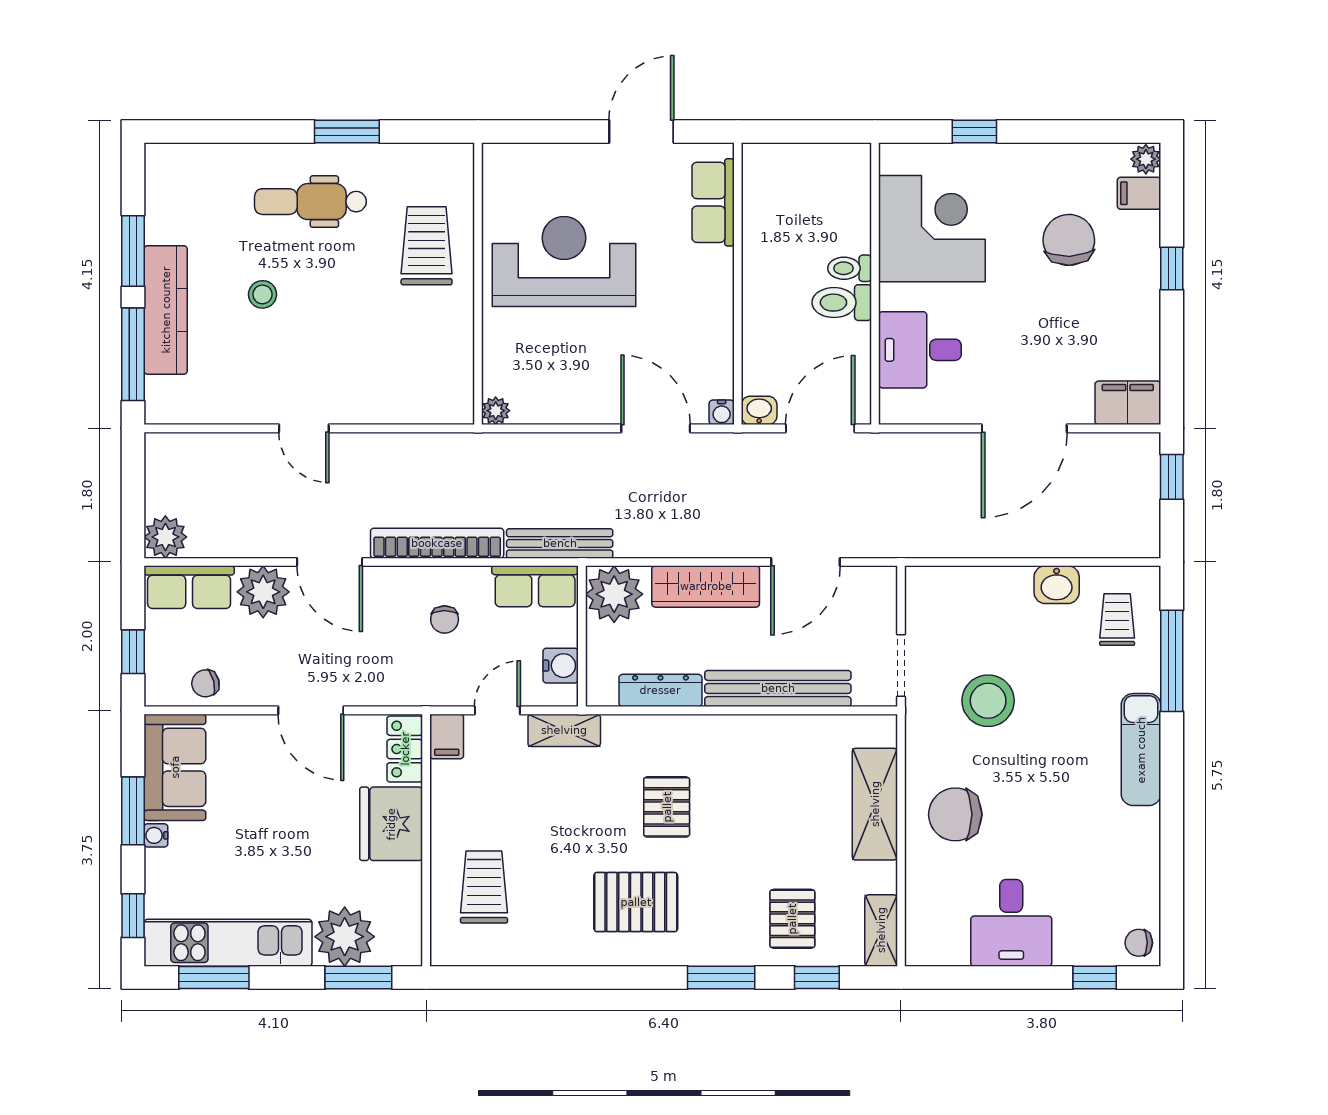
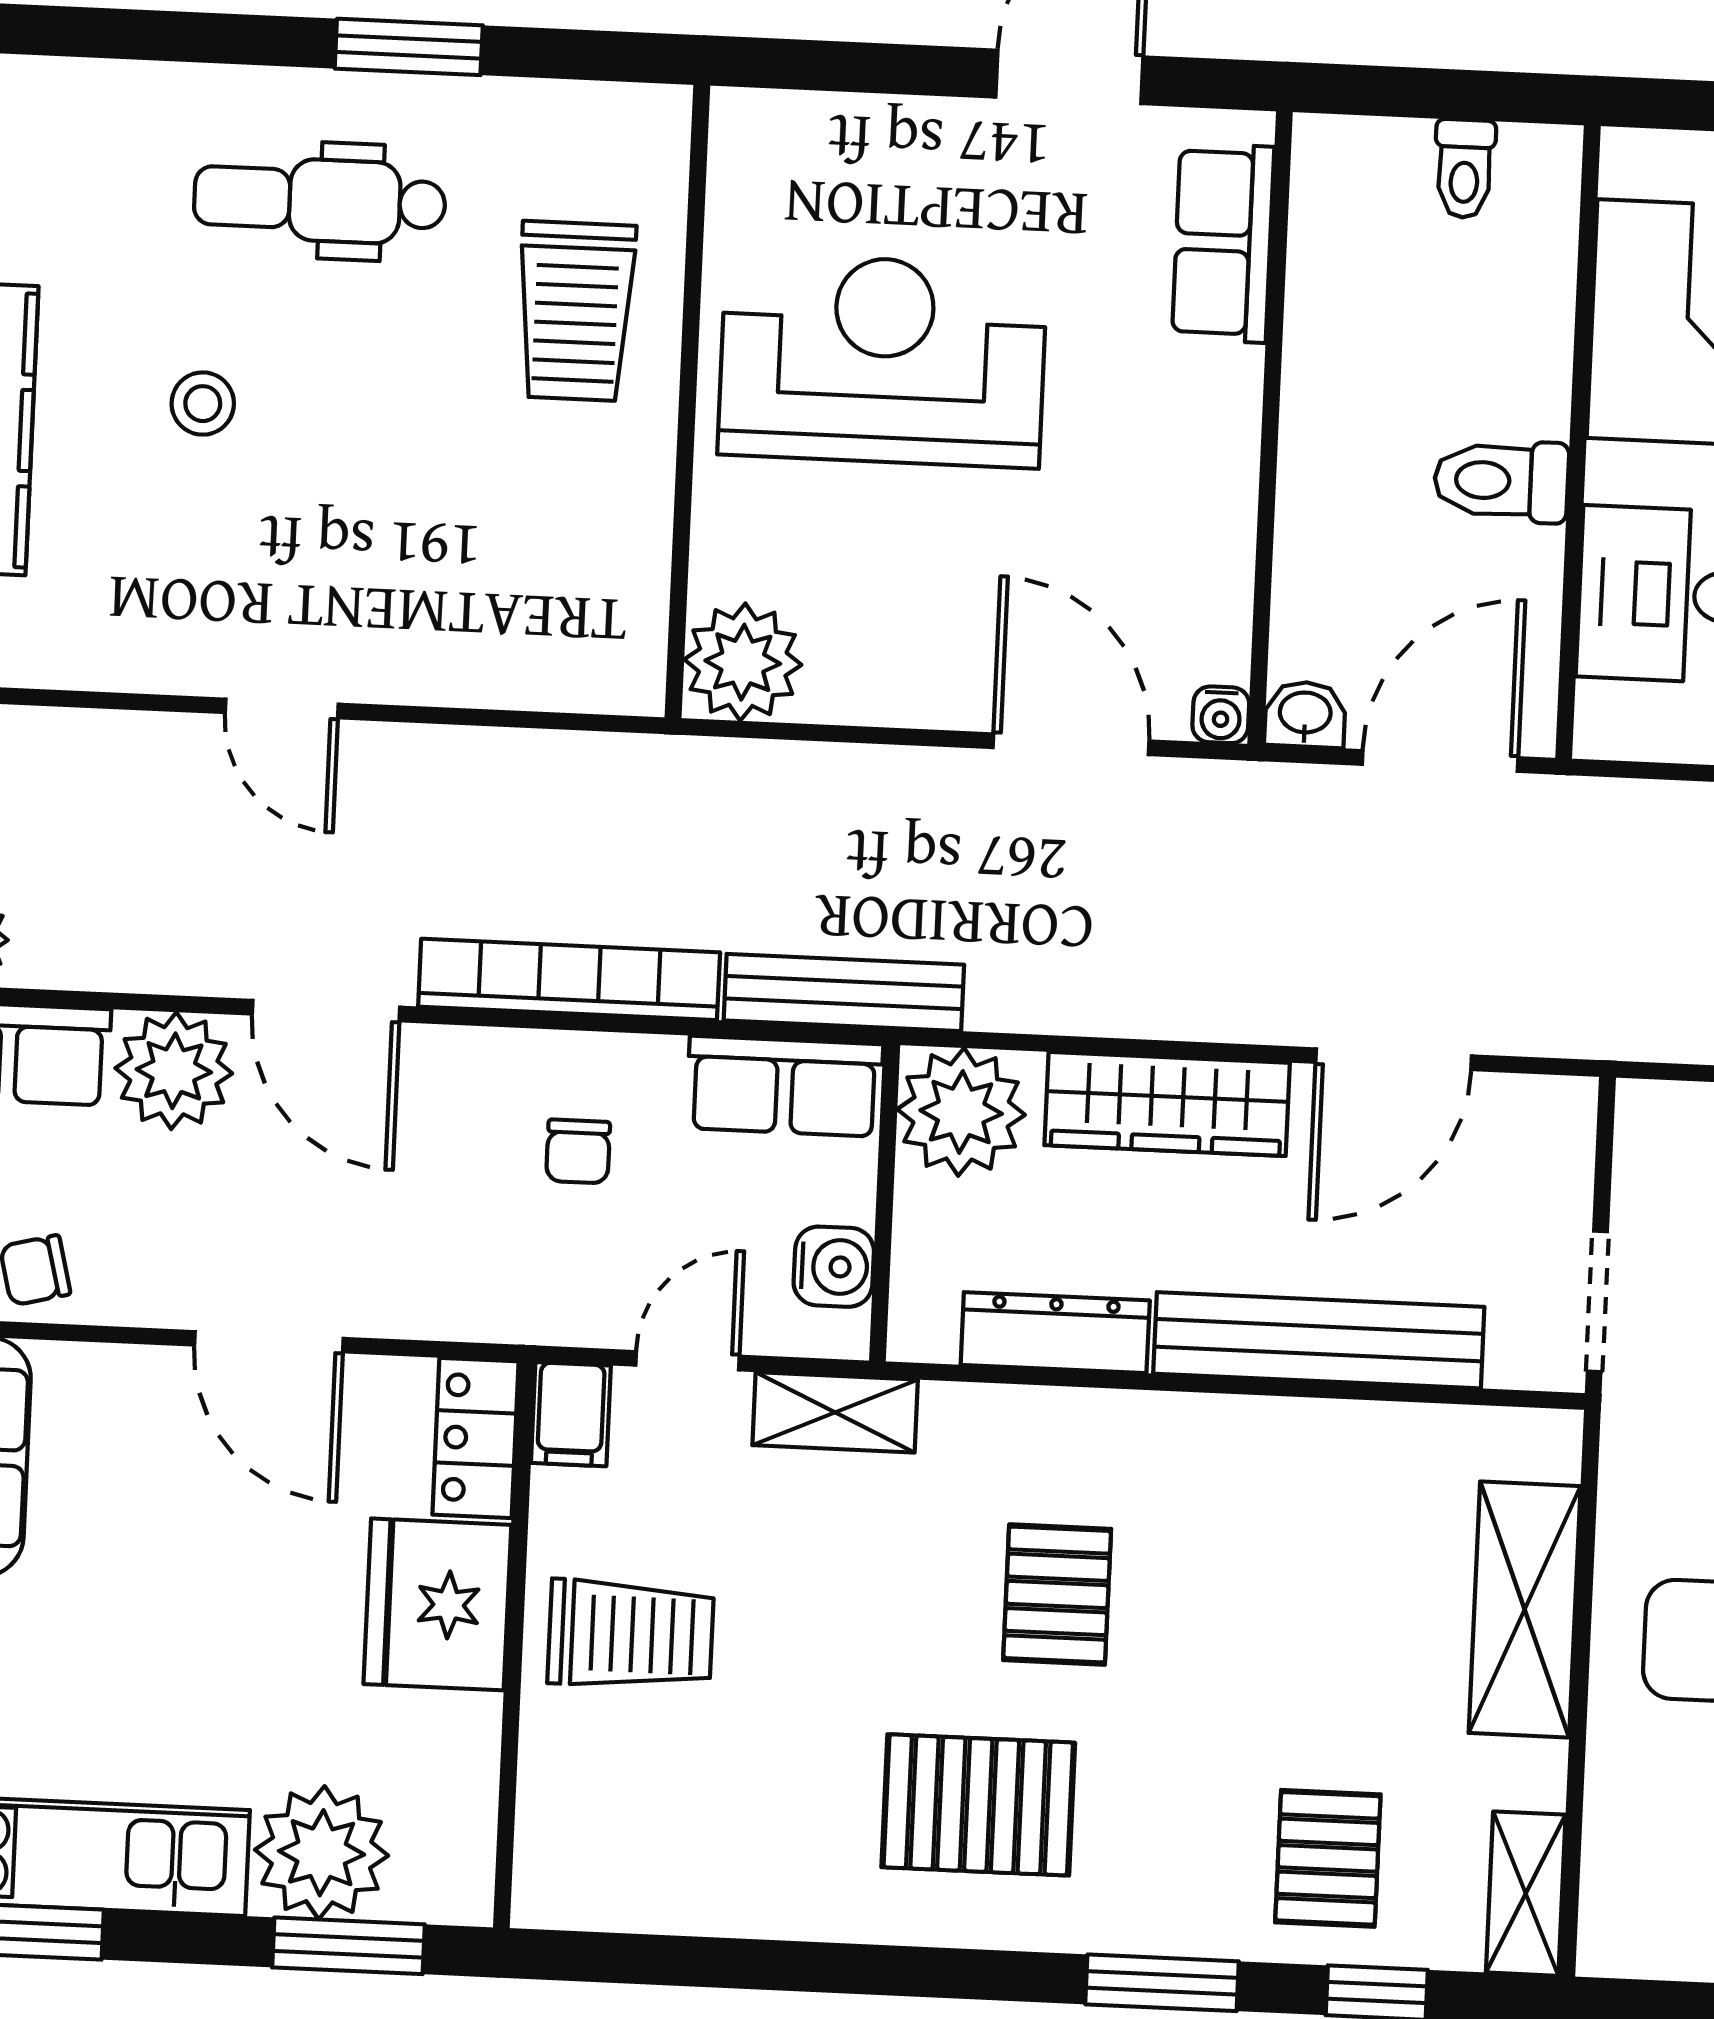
trolley: (427, 246) -> (576, 311), turned 180
toilet: (850, 268) -> (1464, 169), moved, turned -90
plant: (496, 411) -> (743, 662), width x1.87, depth x1.87
trolley: (484, 887) -> (631, 1634), moved, turned 90

